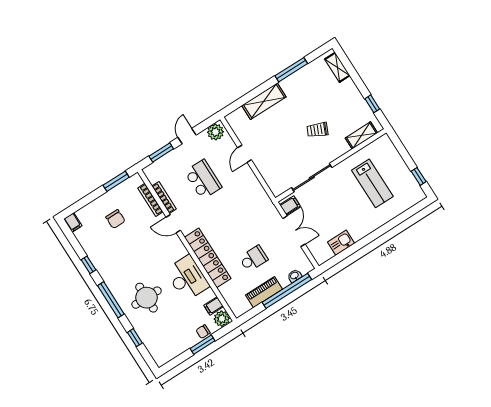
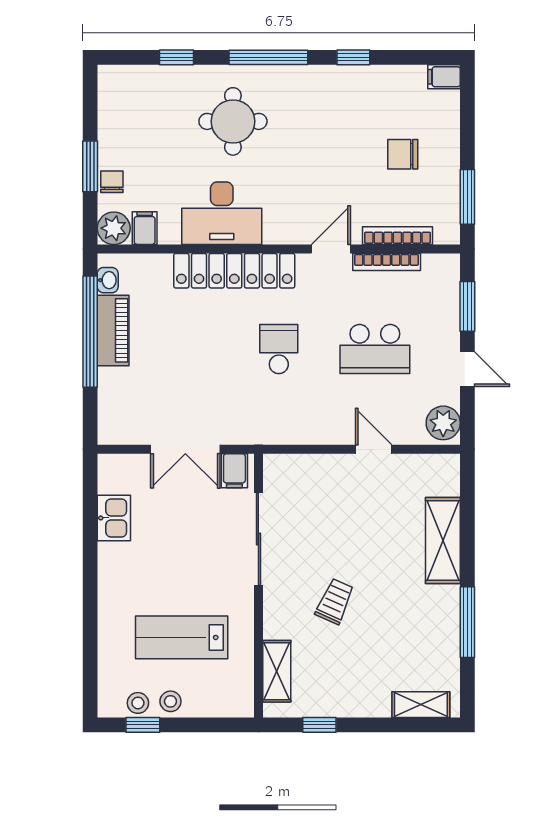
stool: (402, 171) -> (170, 701), added
stool: (411, 184) -> (138, 703), added
school desk: (253, 259) -> (279, 349), moved, turned 180
washbasin: (295, 276) -> (108, 280), moved
window: (287, 291) -> (90, 332), moved

